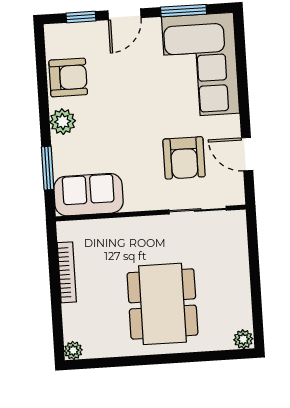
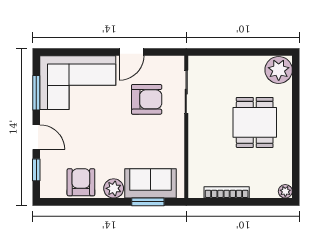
door: (247, 154) -> (132, 52), moved
sofa: (89, 195) -> (150, 183), moved, turned 90
dining table: (162, 304) -> (255, 122), width x0.73
plant: (243, 339) -> (279, 70), width x1.87, depth x1.87

